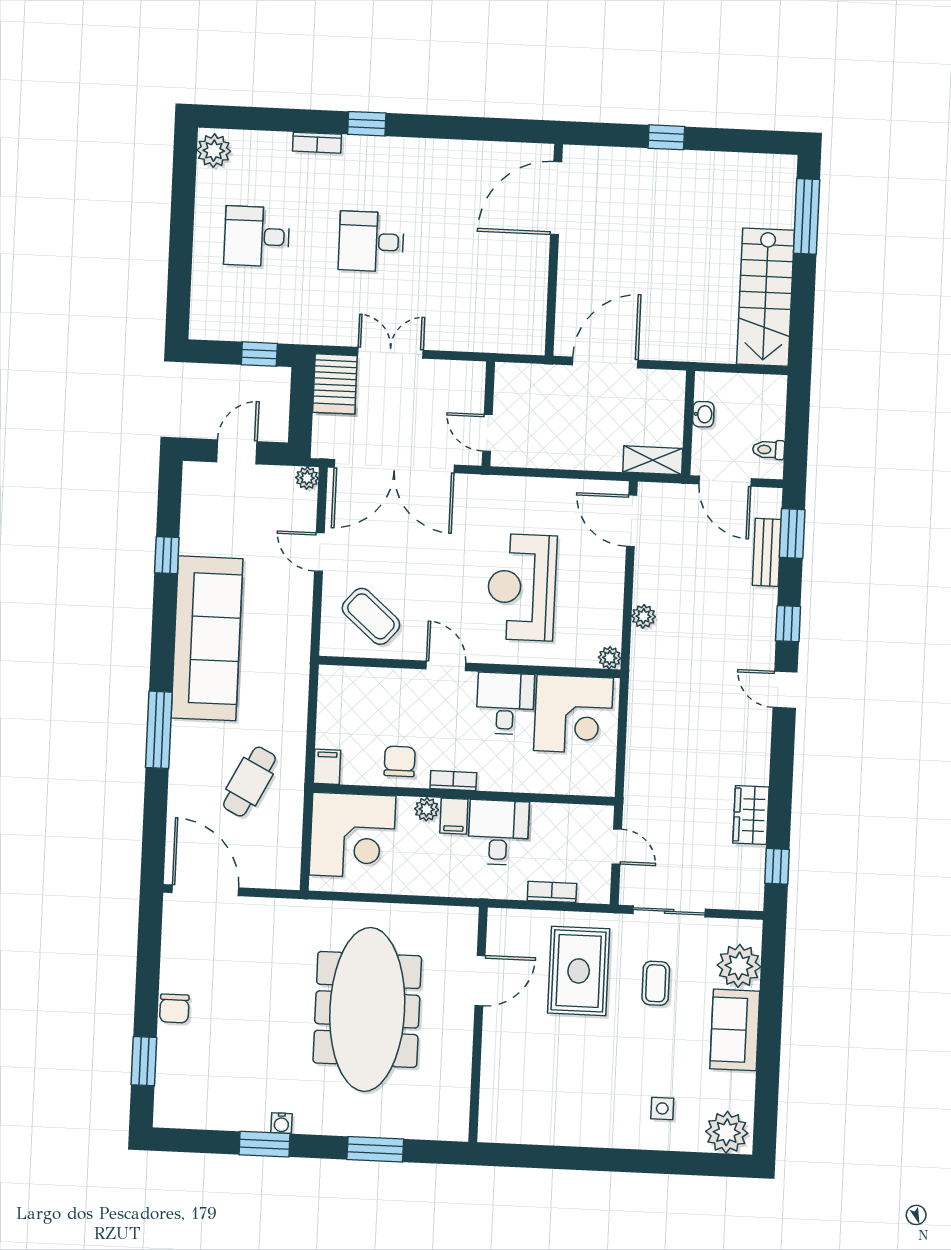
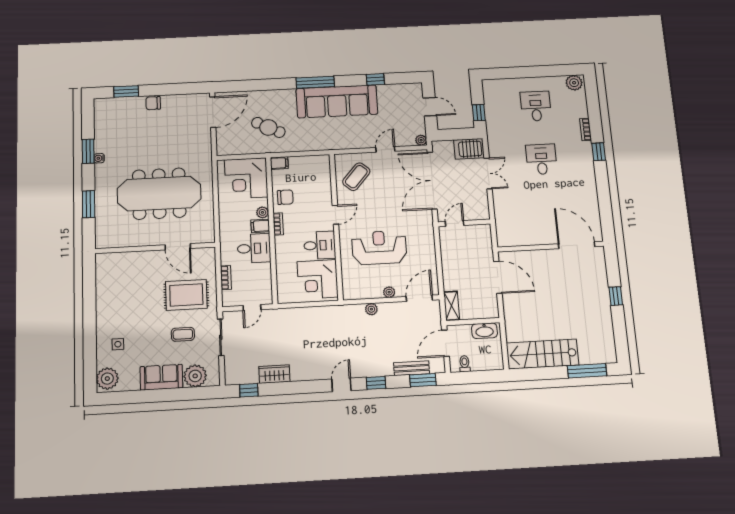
washbasin: (703, 414) -> (484, 331), width x1.91, depth x1.45
plant: (610, 658) -> (389, 292), moved
window: (159, 730) -> (315, 82), moved

